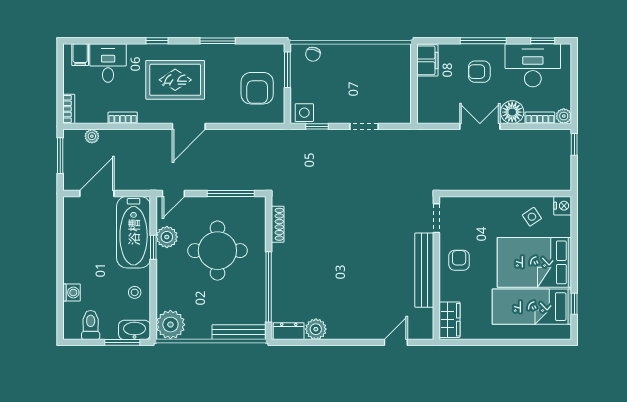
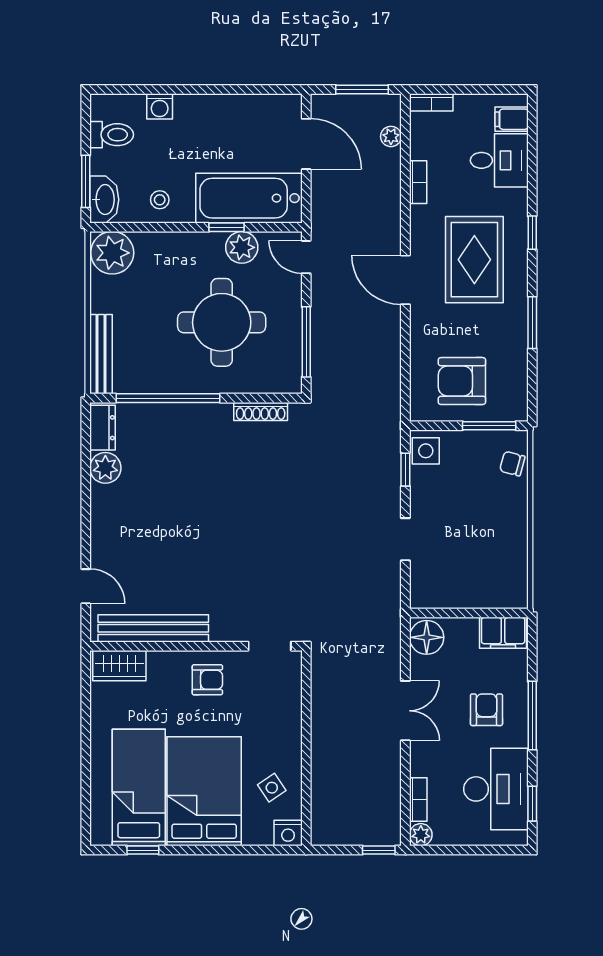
floor lamp: (512, 112) -> (427, 637), moved
bench: (424, 270) -> (153, 628), moved

